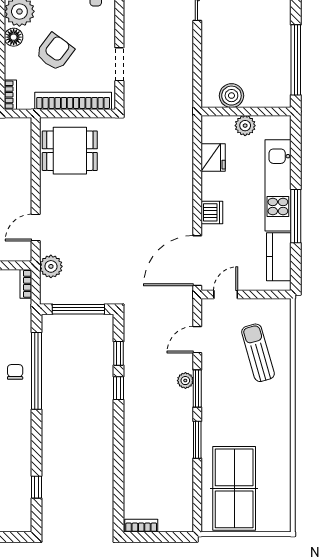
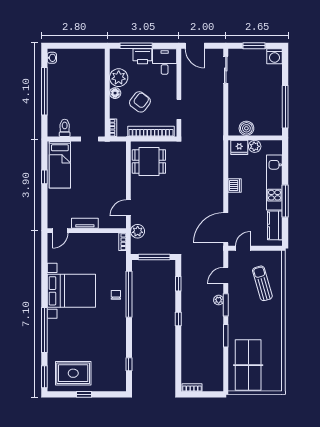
fridge: (213, 157) -> (239, 147), moved, turned 90
dishwasher: (212, 212) -> (235, 185), moved
window: (118, 388) -> (178, 319), moved

